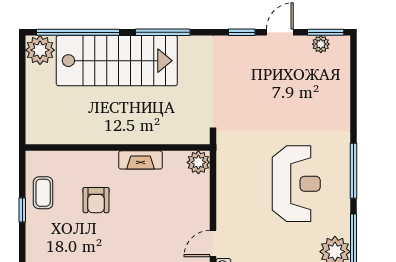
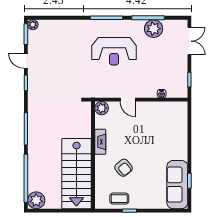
plant: (321, 44) -> (33, 25), moved
stairs: (117, 61) -> (76, 174), moved, turned 180
reception desk: (296, 184) -> (114, 51), turned 180
armchair: (96, 200) -> (124, 168), turned 51
door: (213, 243) -> (128, 100), moved

